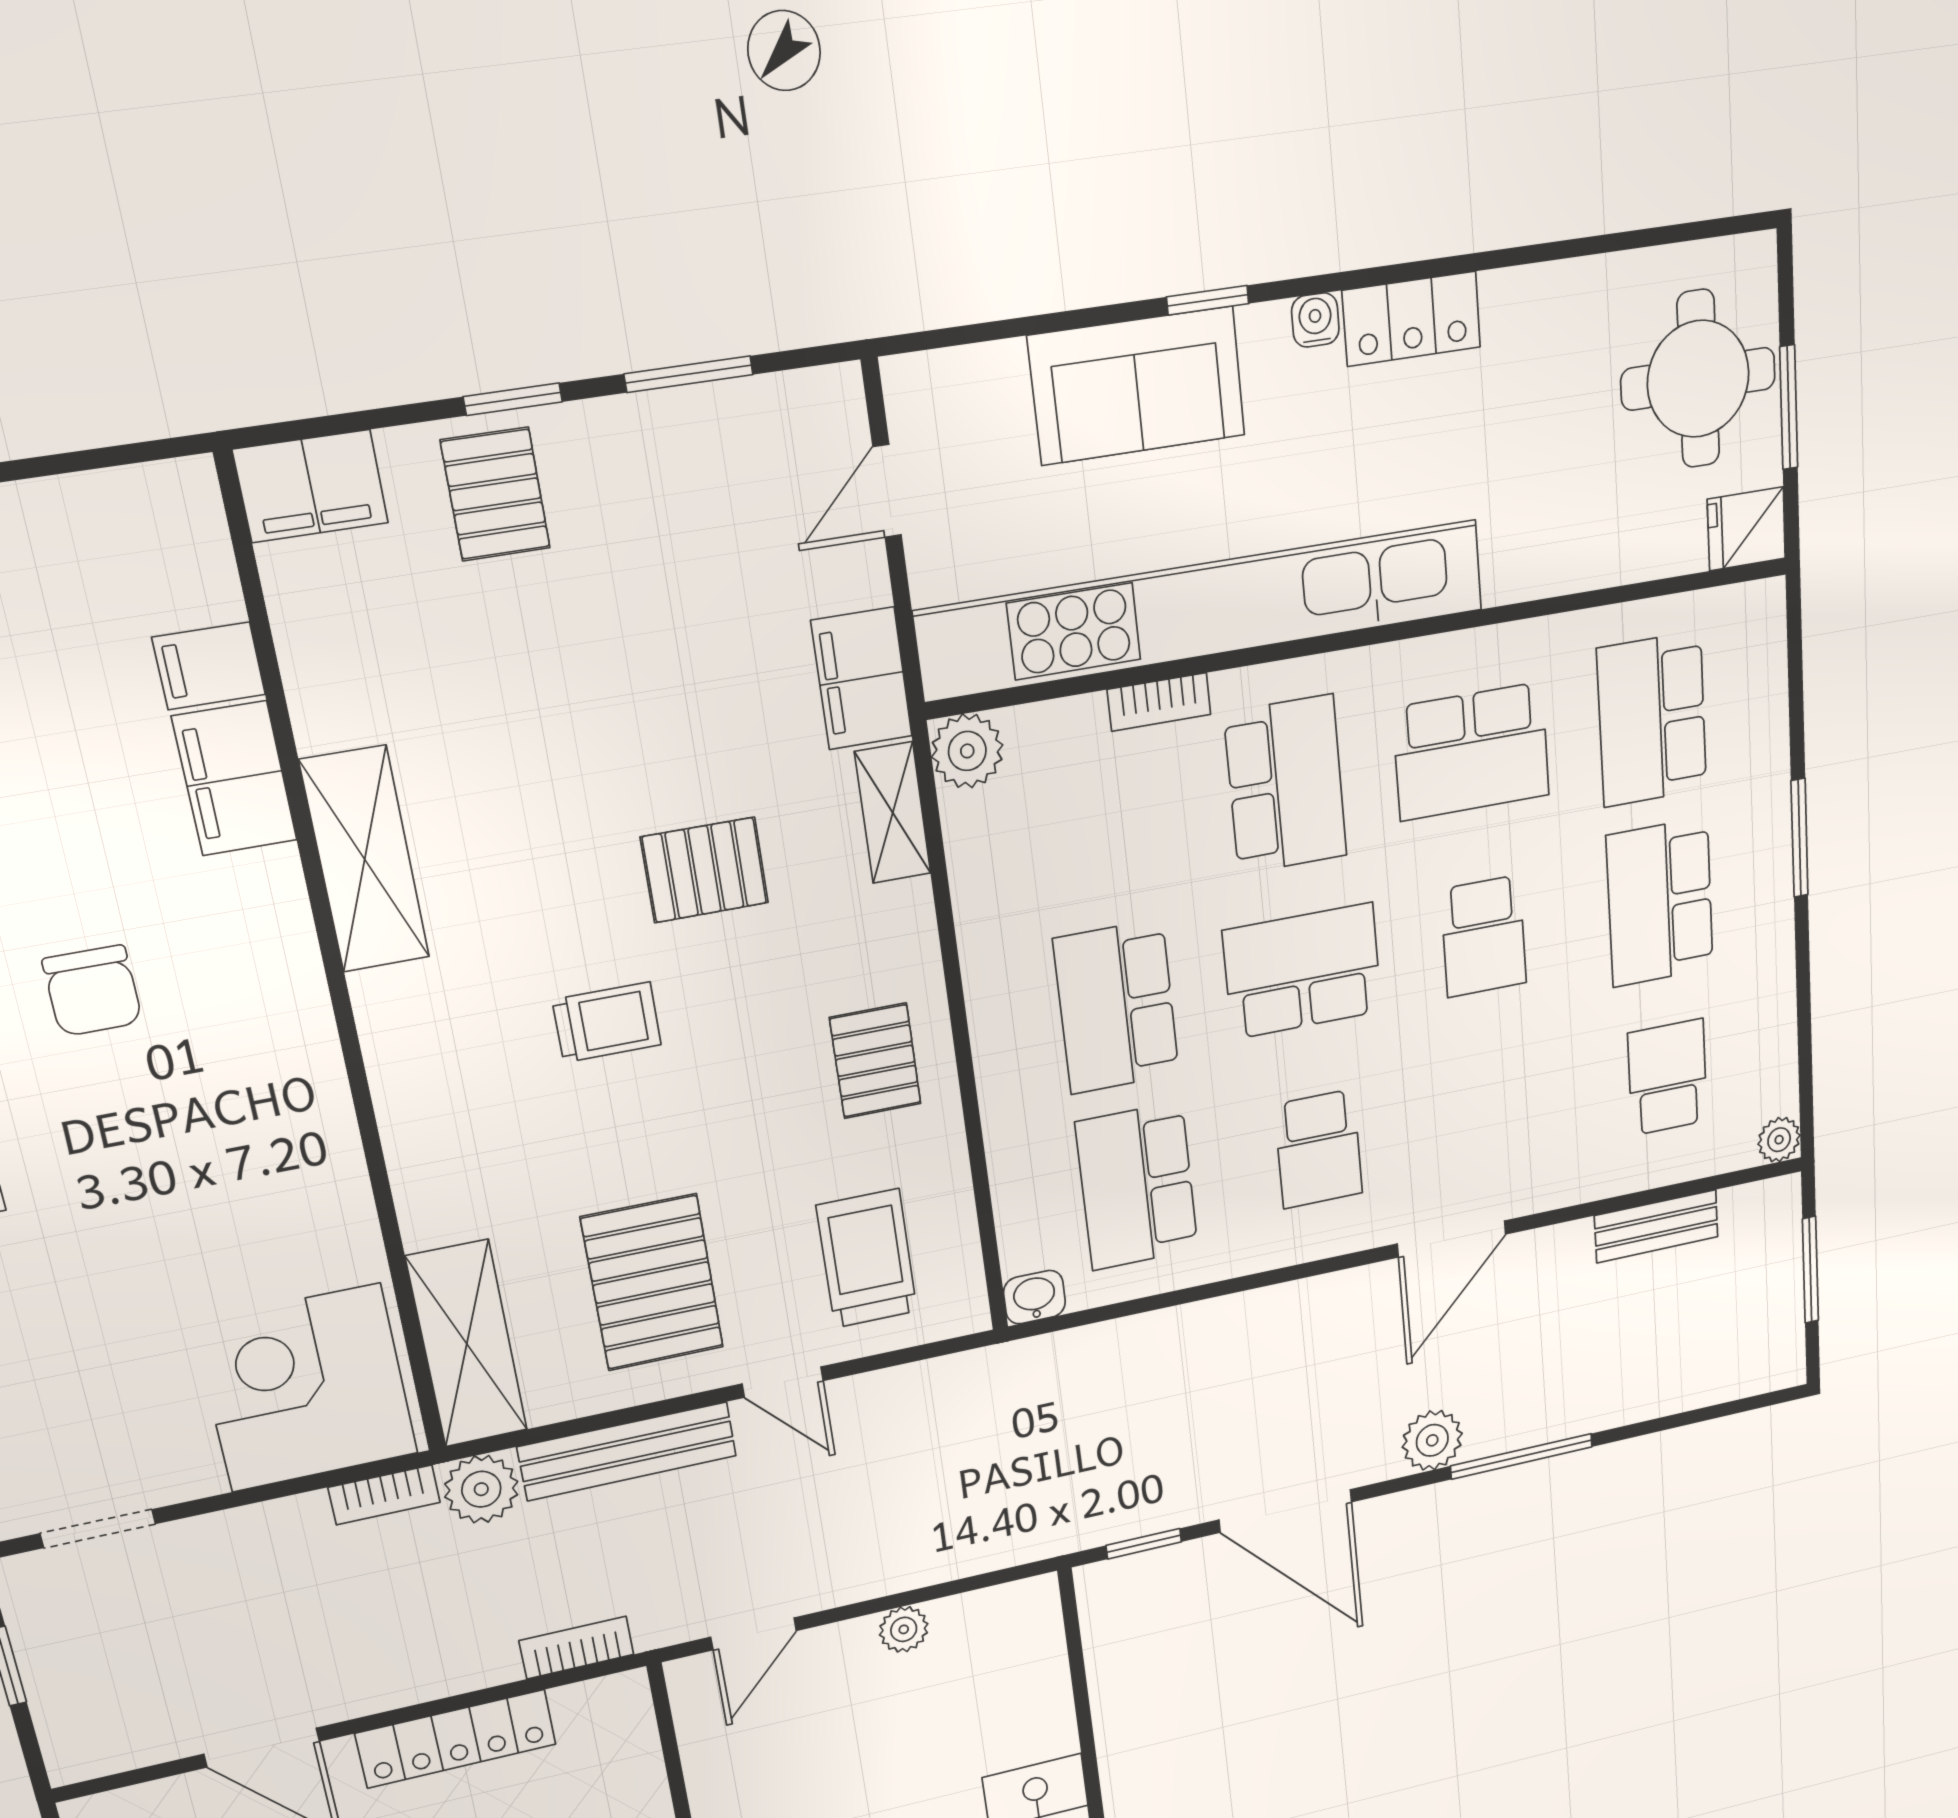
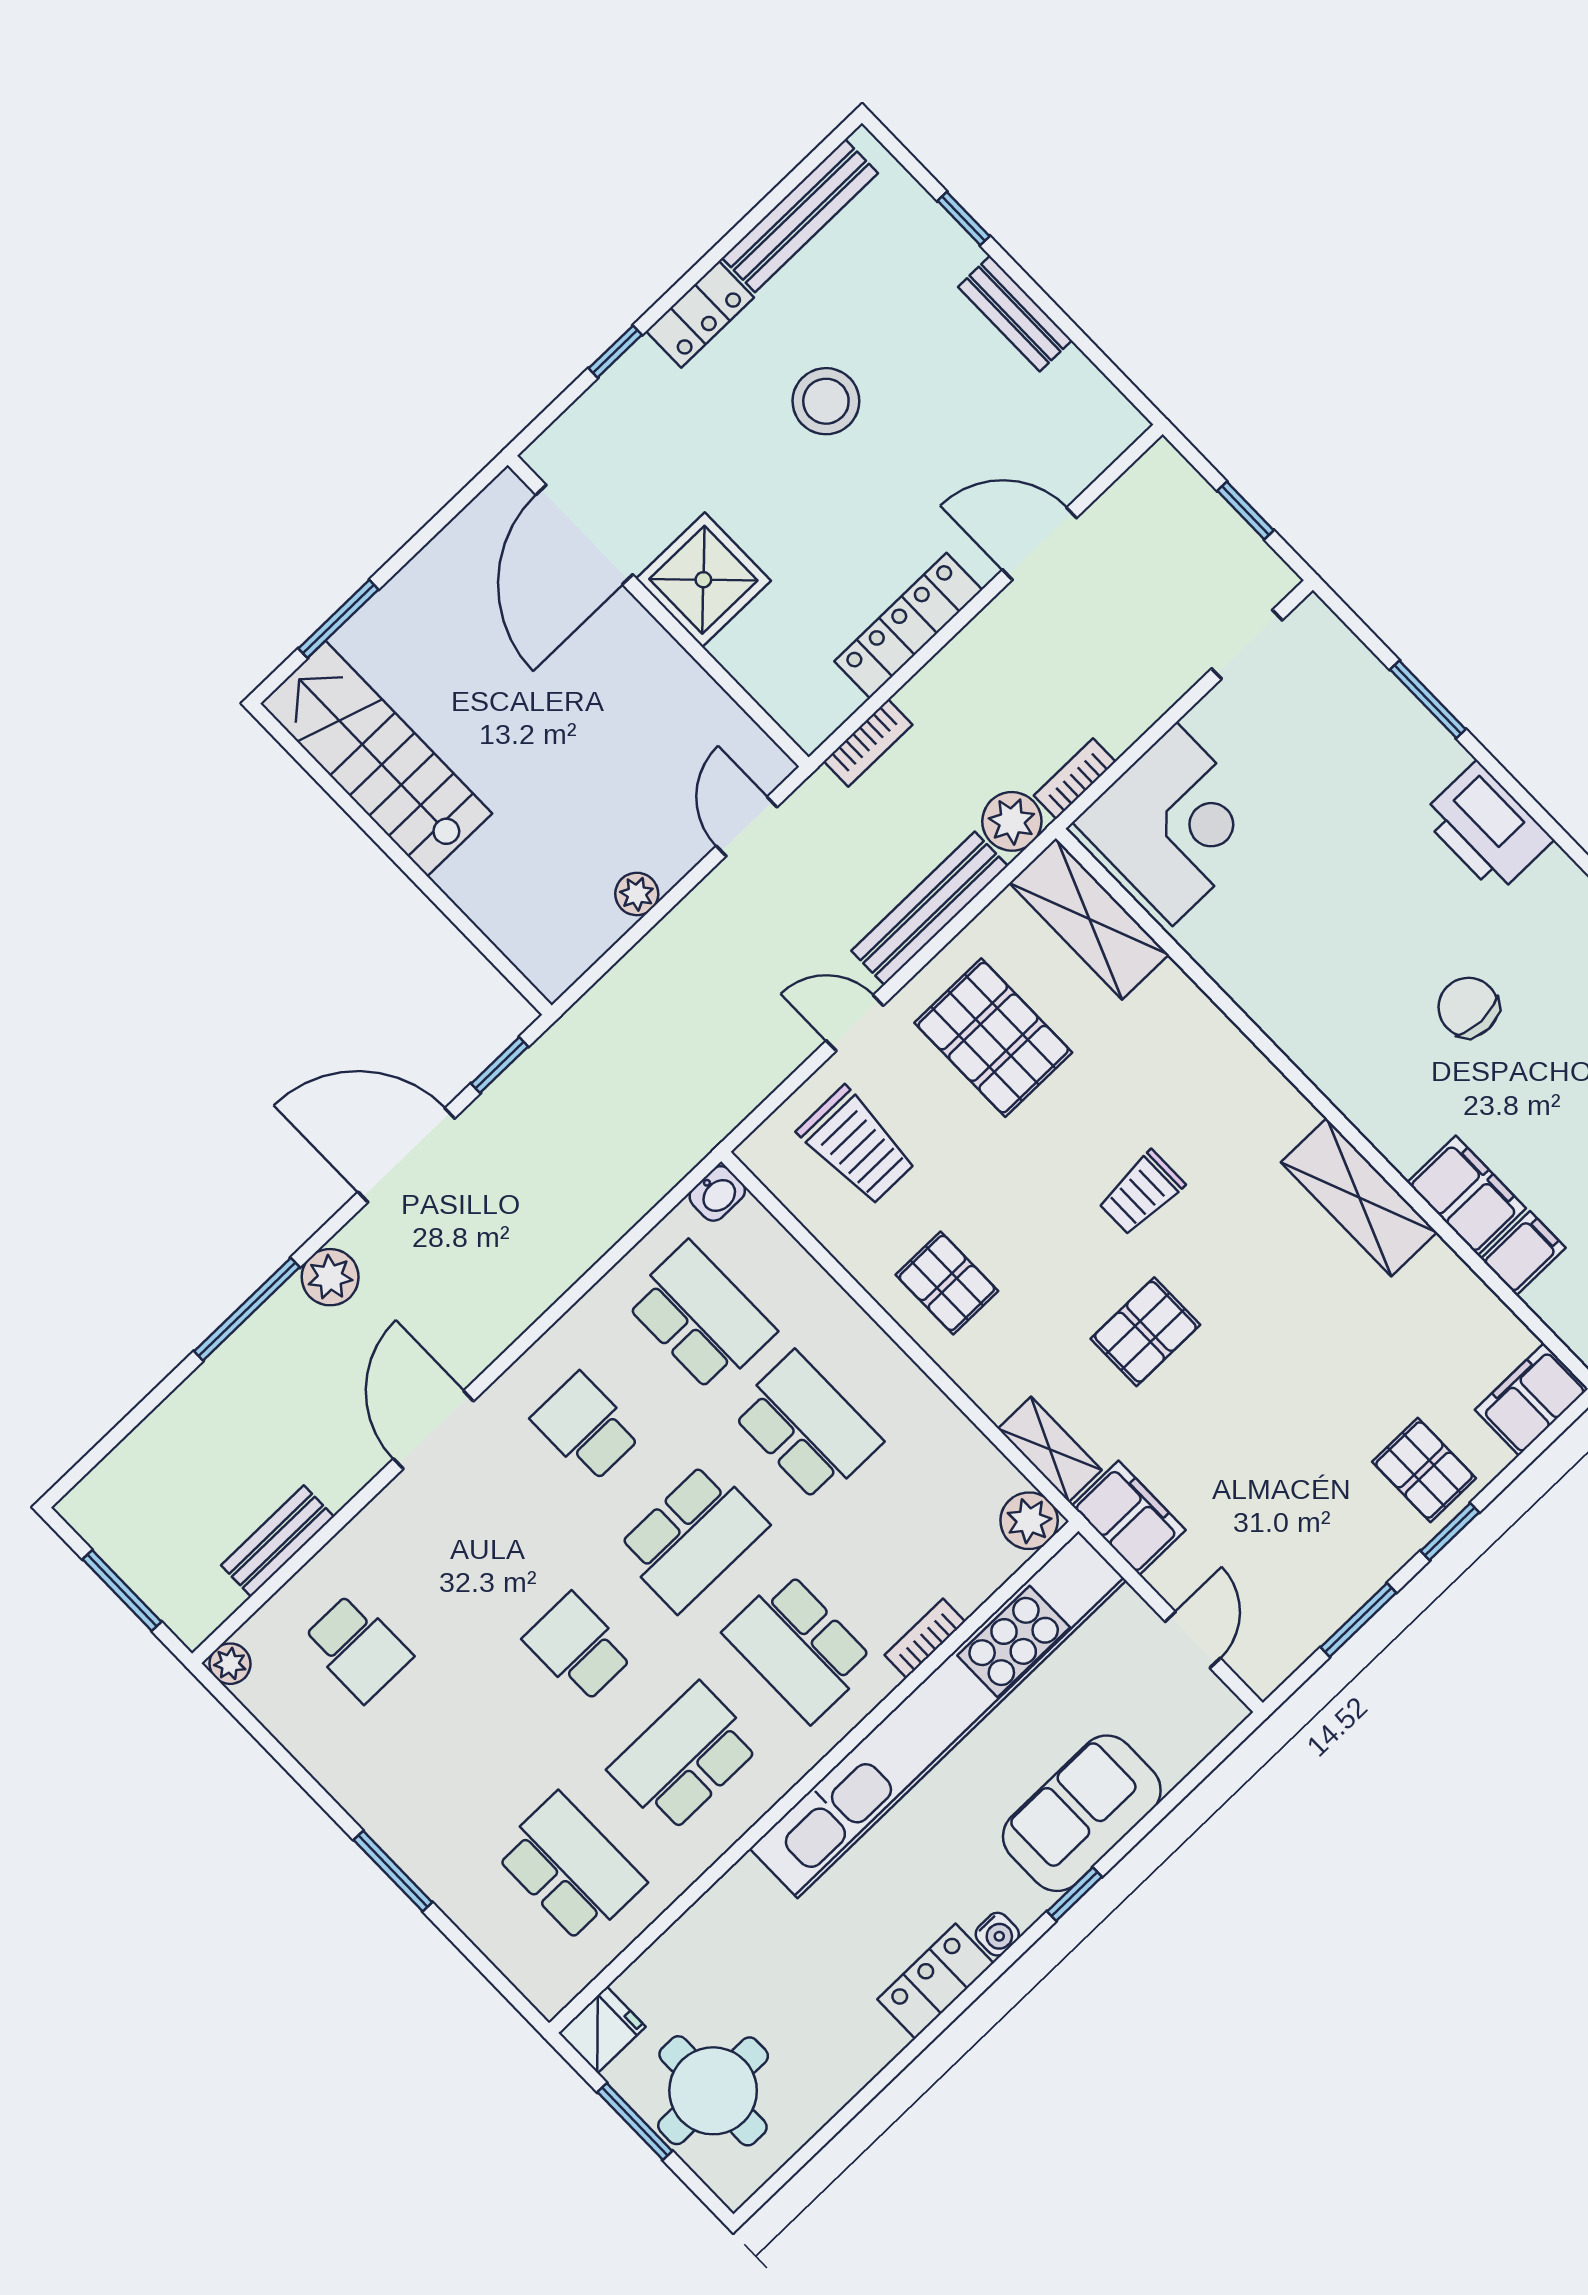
school desk: (1660, 902) -> (464, 1758), removed

